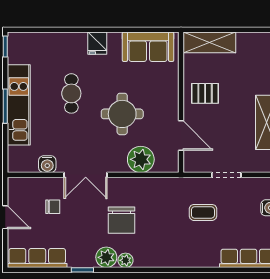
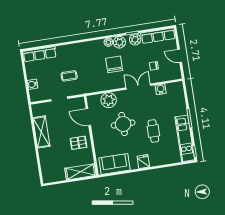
kitchen unit: (19, 105) -> (185, 138), moved
plant: (78, 258) -> (135, 39), added

